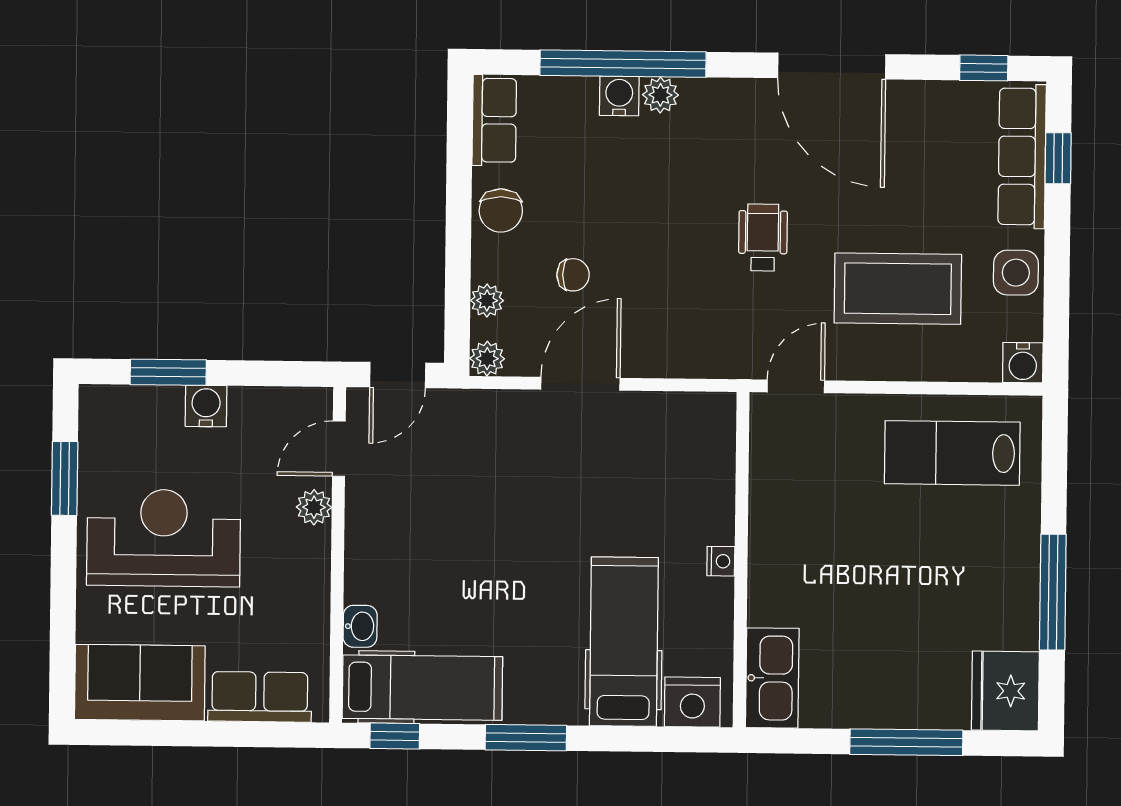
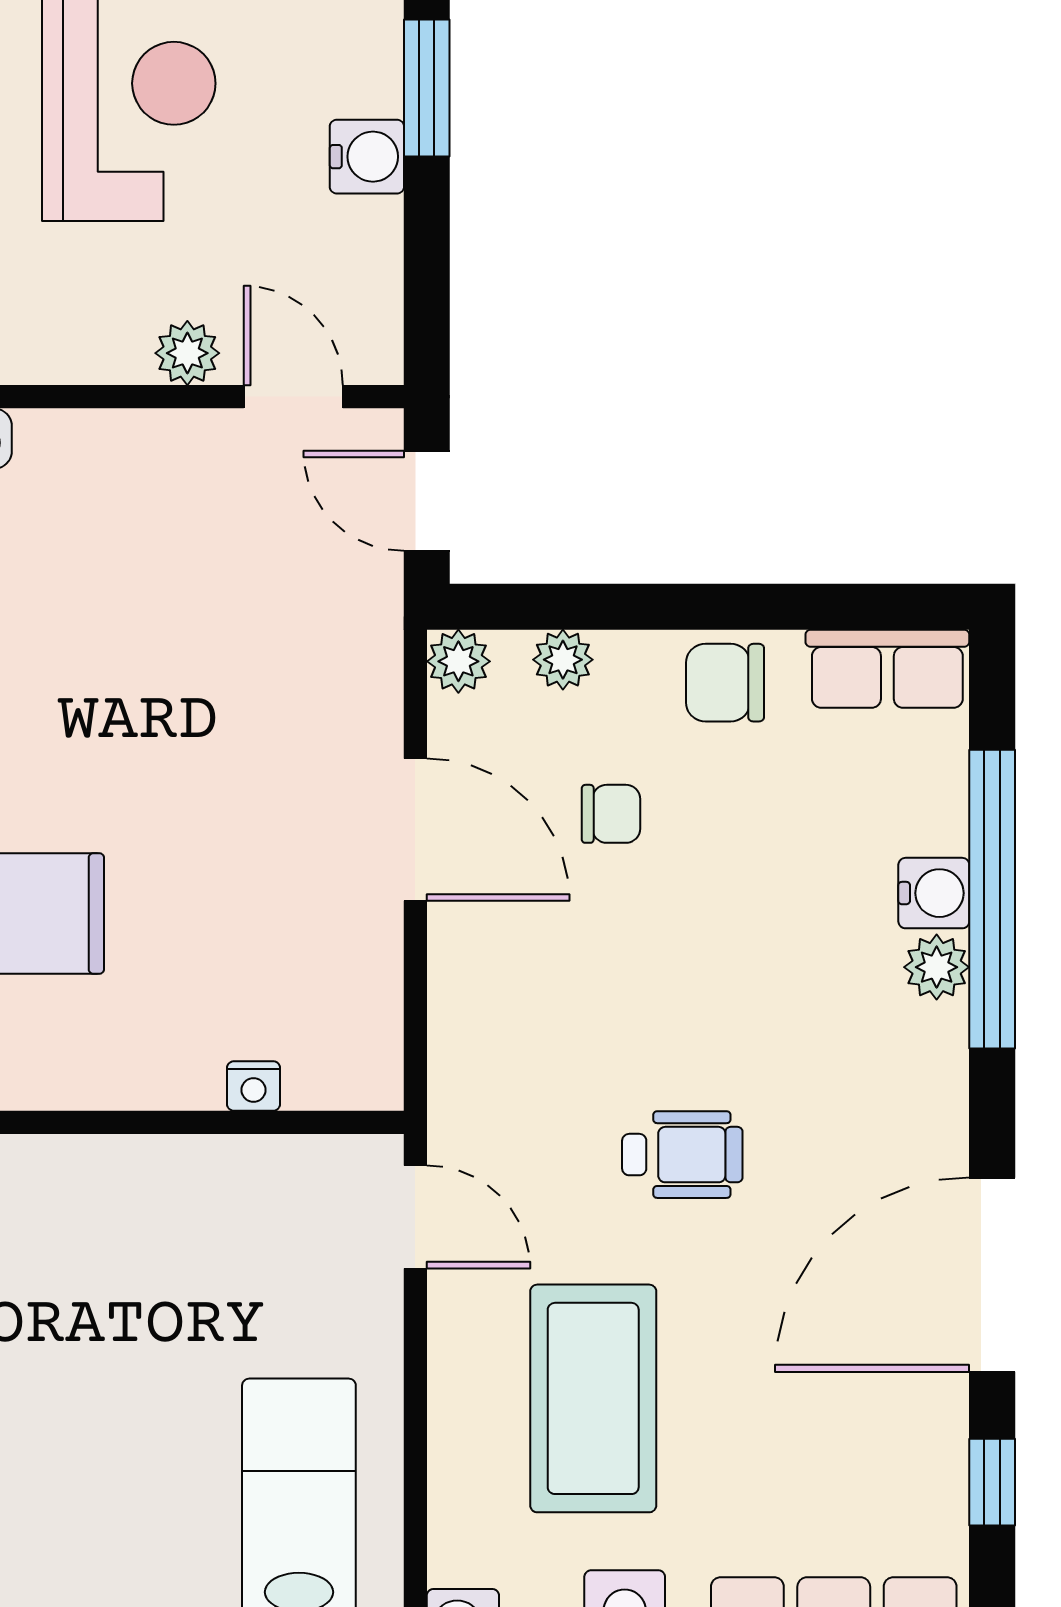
window: (984, 68) -> (992, 1482), moved
chair: (573, 275) -> (611, 814), turned -90
nightstand: (721, 561) -> (254, 1086), moved

